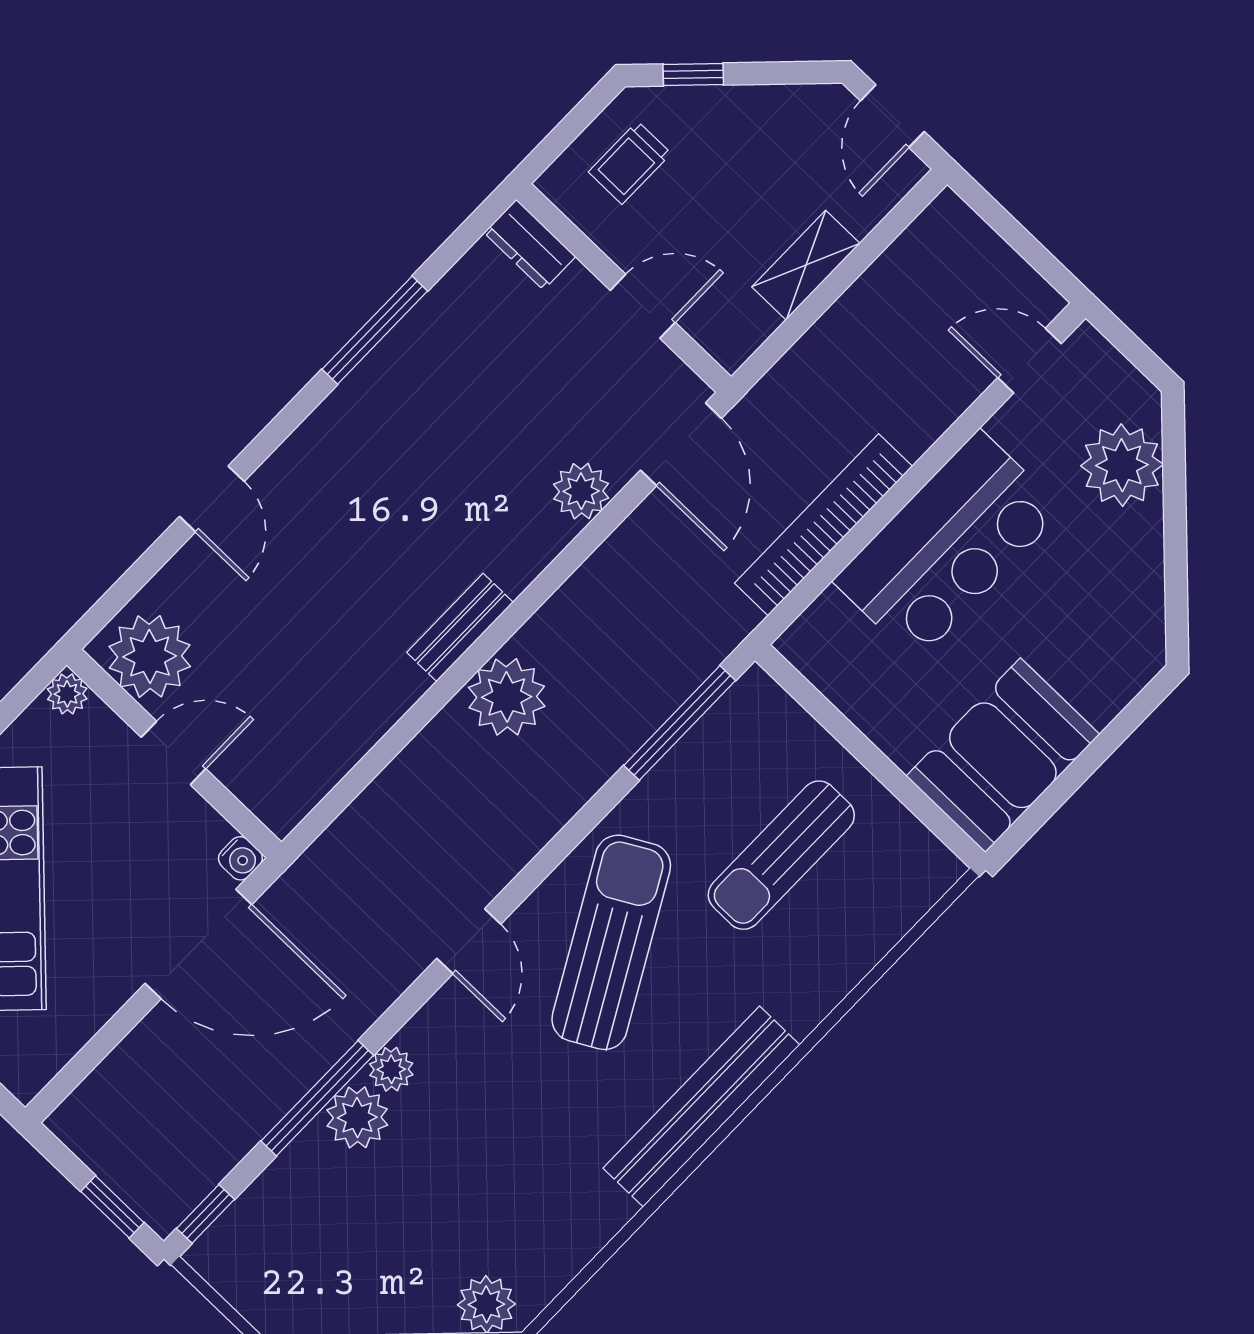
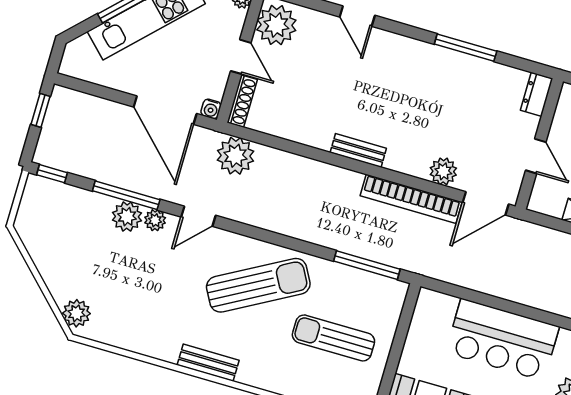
door: (212, 499) -> (357, 16), hinge flipped
bookcase: (823, 525) -> (411, 199), moved, turned 180
plant: (507, 697) -> (235, 156), moved
shoe rack: (256, 793) -> (242, 101), added
door: (469, 941) -> (198, 216), moved
bench: (701, 1107) -> (208, 363), width x0.54, depth x0.82
window: (112, 1207) -> (41, 110), moved

